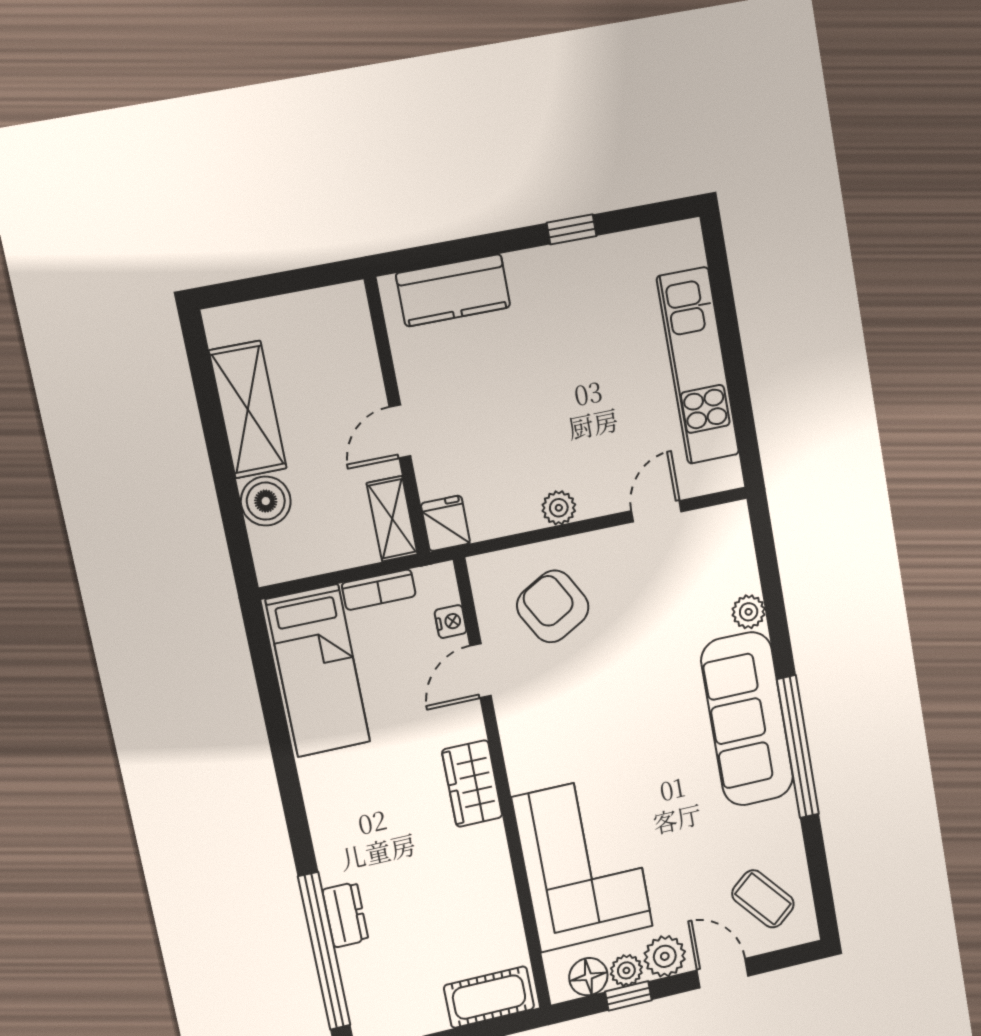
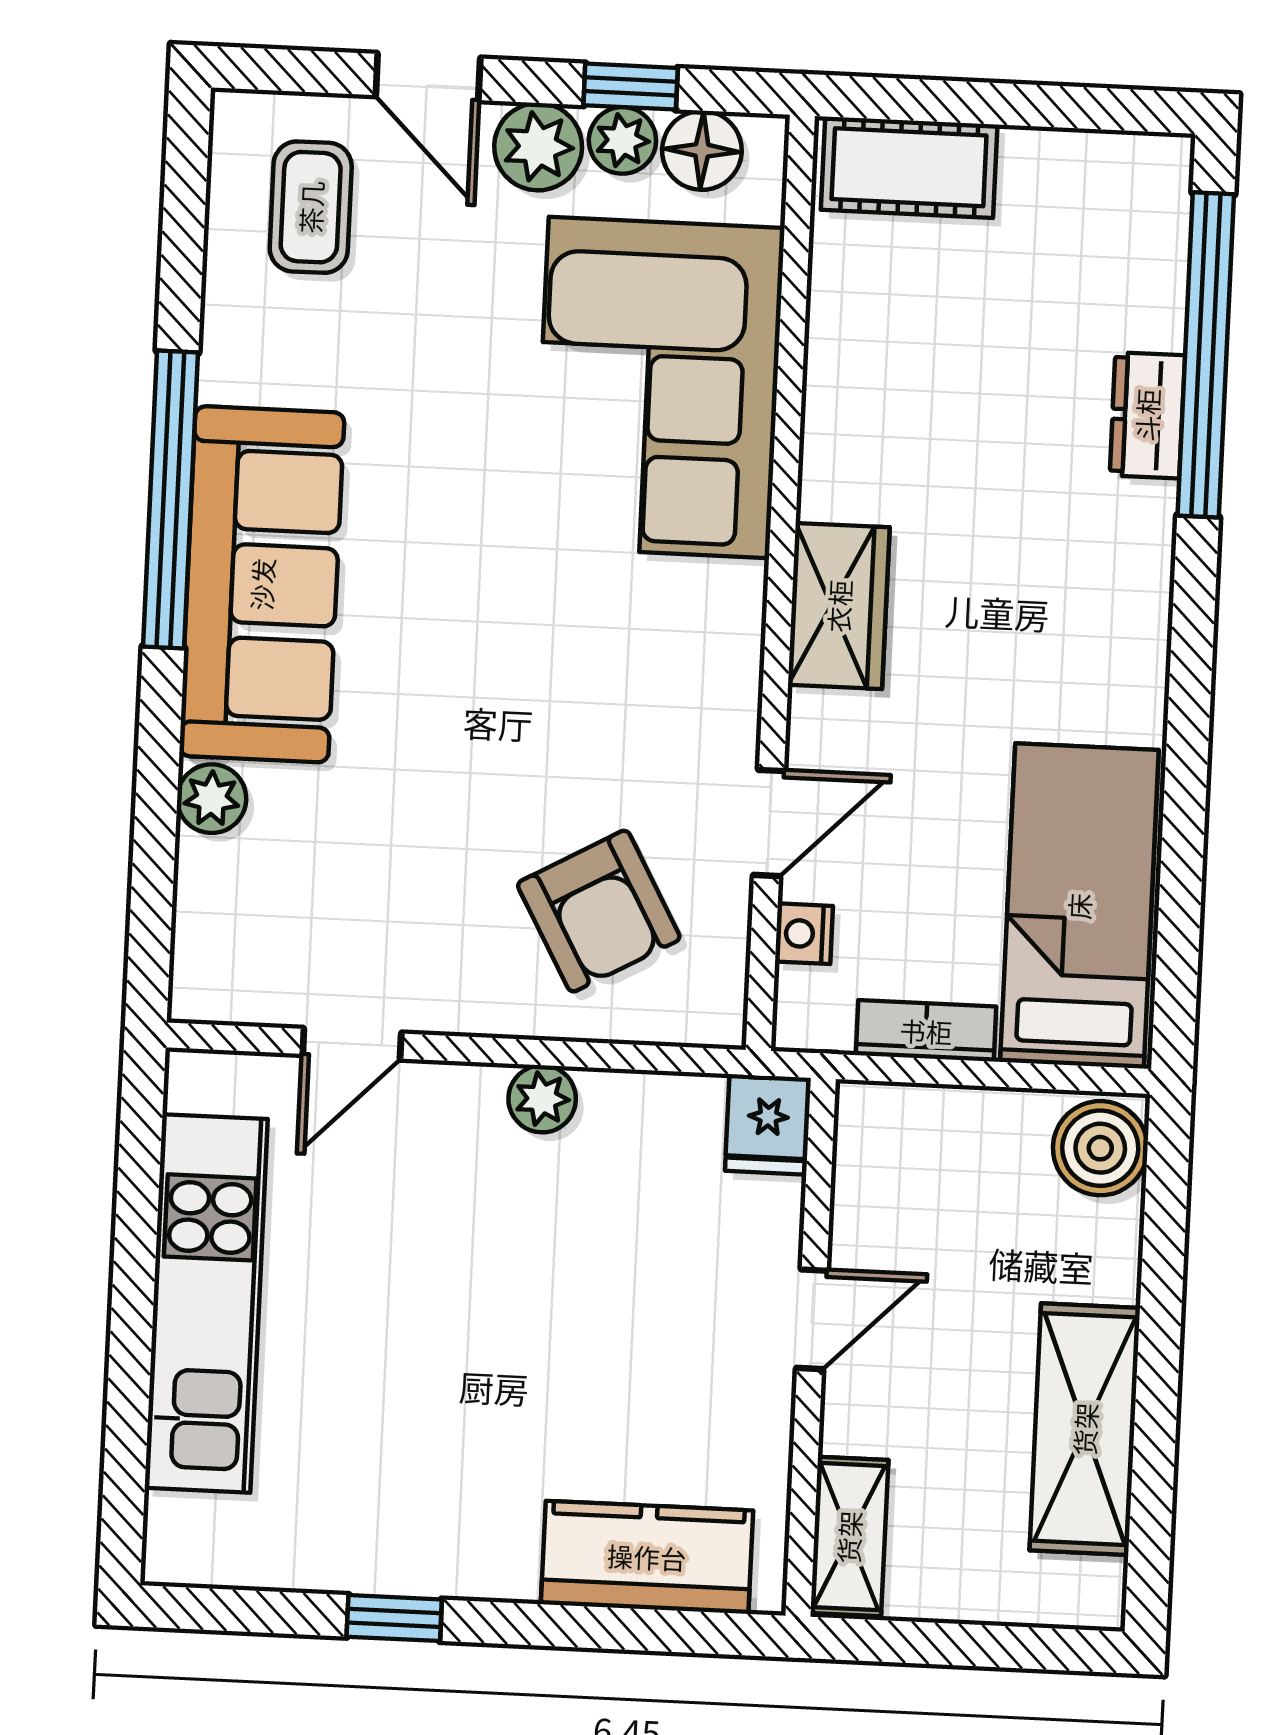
boiler: (266, 501) -> (1100, 1148), moved
shelving: (392, 519) -> (849, 1537), moved
coffee table: (763, 899) -> (311, 207), turned 40

